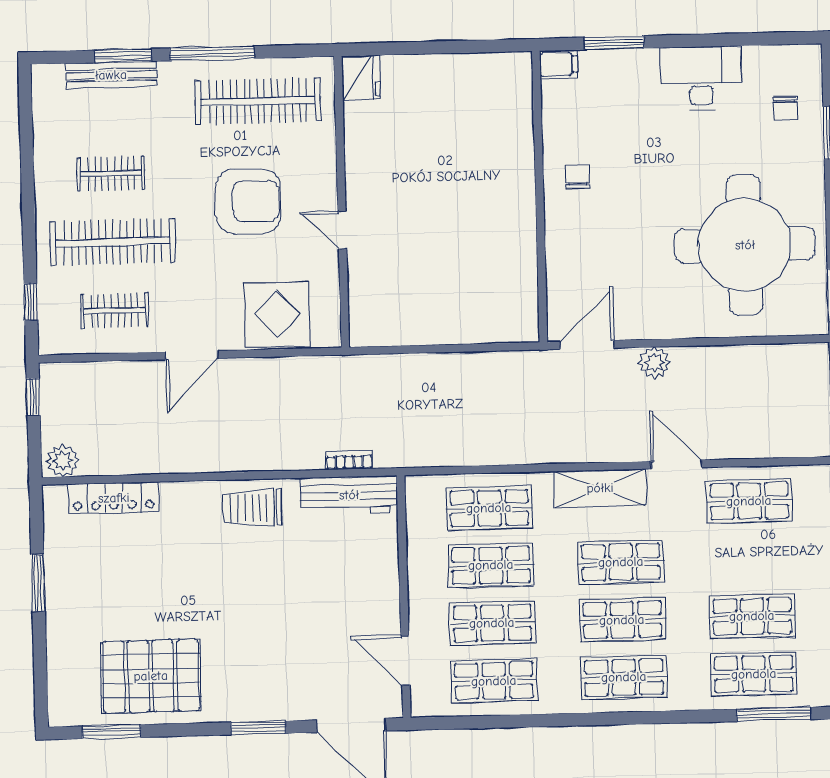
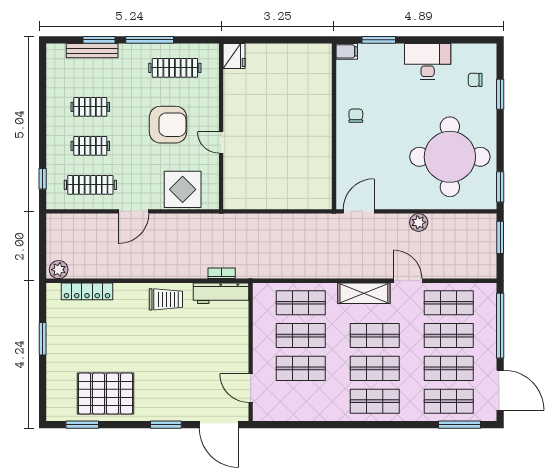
clothes rail: (258, 101) -> (175, 68), width x0.73, depth x0.76
chair: (785, 108) -> (475, 80), turned 90
clothes rail: (113, 242) -> (90, 146), width x0.54, depth x0.76
clothes rail: (115, 311) -> (90, 185), width x1.36
plant: (654, 362) -> (419, 222), moved
window: (33, 397) -> (43, 233), removed
trolley: (253, 508) -> (166, 299), turned 180
shop shelf: (494, 681) -> (449, 336), moved

